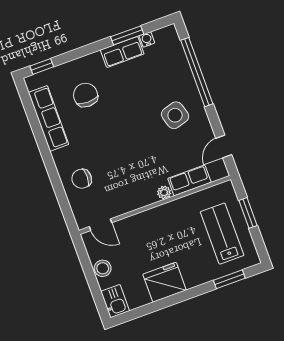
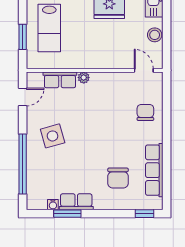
chair: (82, 179) -> (145, 112), turned -90

